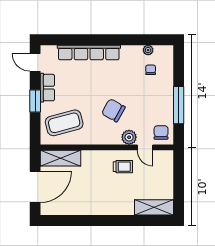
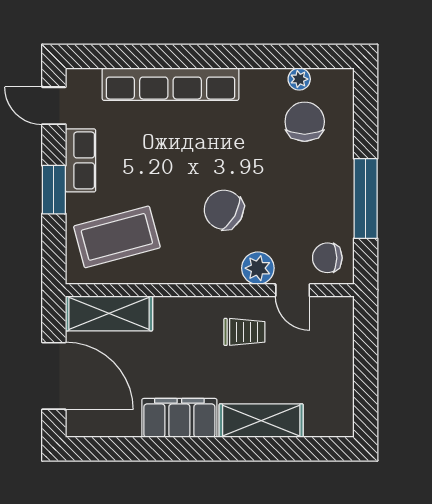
chair: (151, 70) -> (305, 122), width x1.87, depth x1.87
chair: (161, 132) -> (327, 258), turned -90
door: (35, 187) -> (54, 376), hinge flipped
filing cabinet: (93, 206) -> (179, 418), added
shelving: (154, 207) -> (261, 421), moved

